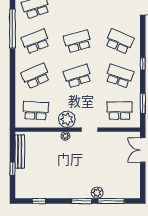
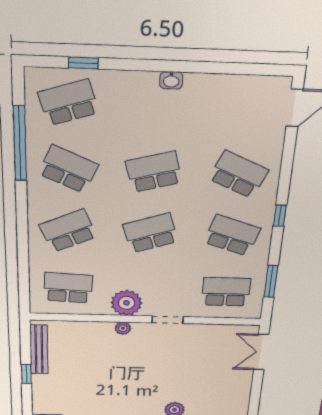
school desk: (36, 41) -> (68, 169), turned 45

